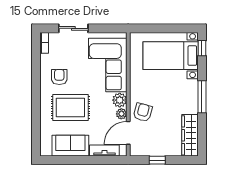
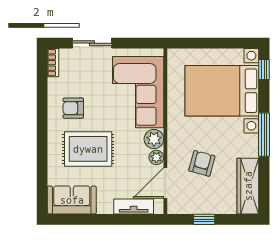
bed with nightstands: (171, 56) -> (222, 91), width x1.36
armchair: (59, 77) -> (73, 108), turned -90
armchair: (143, 112) -> (202, 163), moved
sofa: (70, 146) -> (72, 200), moved

